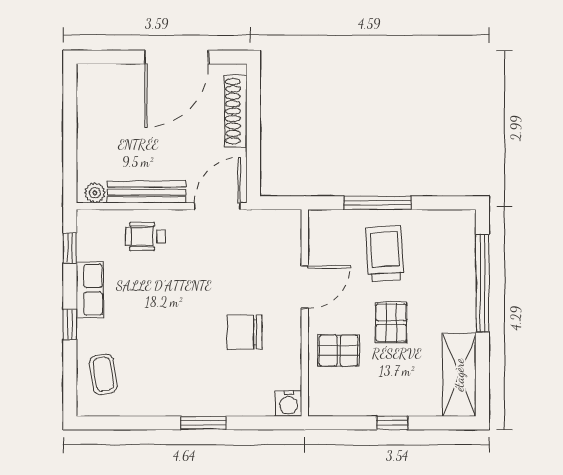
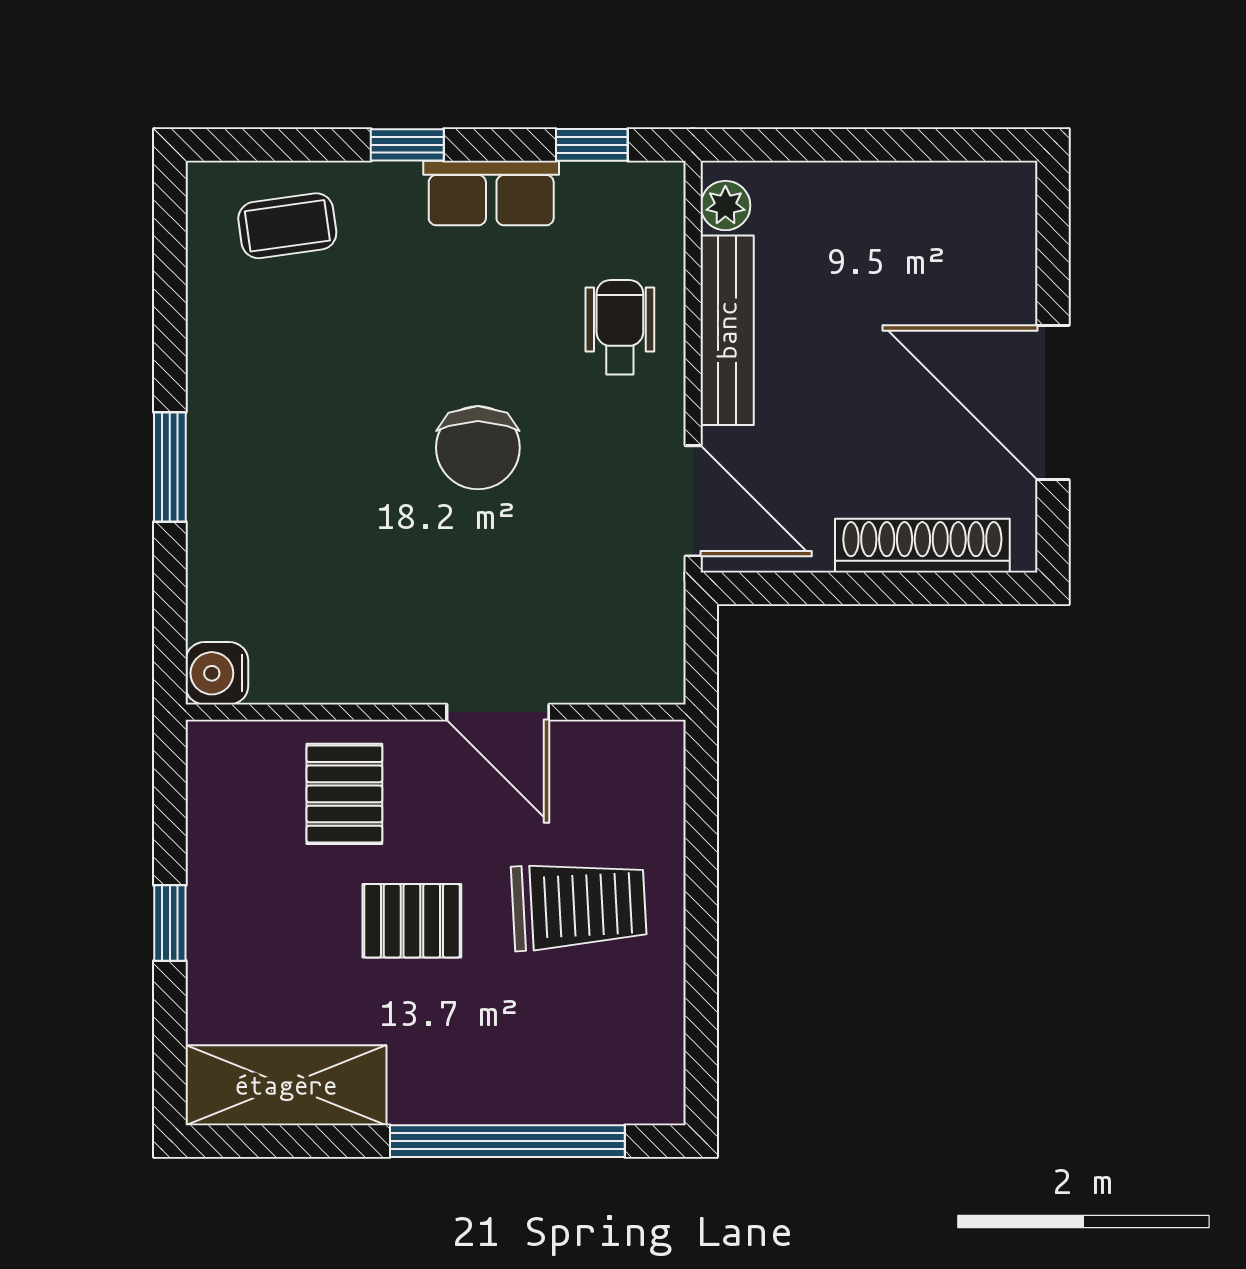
window: (377, 203) -> (701, 887), removed
chair: (245, 332) -> (478, 448), moved, turned 180

